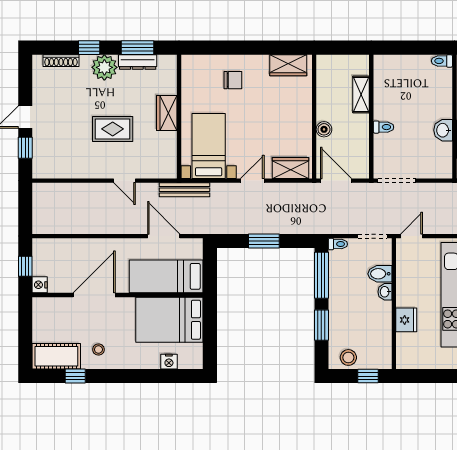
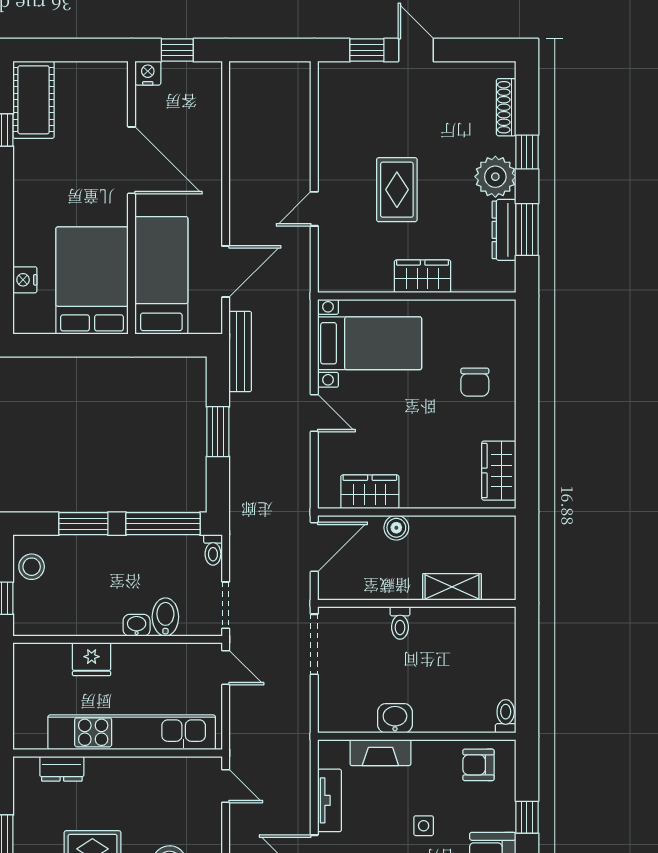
wardrobe: (291, 168) -> (370, 492), moved, turned -90
bench: (185, 190) -> (240, 352), moved
stool: (98, 350) -> (44, 167), removed

